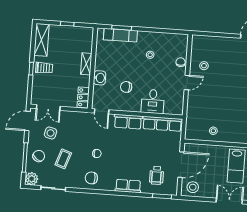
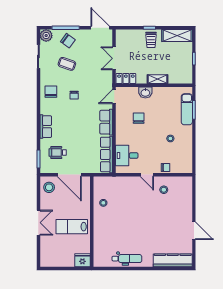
desk: (153, 101) -> (127, 156), moved
double door: (48, 108) -> (114, 58), moved
side table: (51, 133) -> (90, 50), removed

